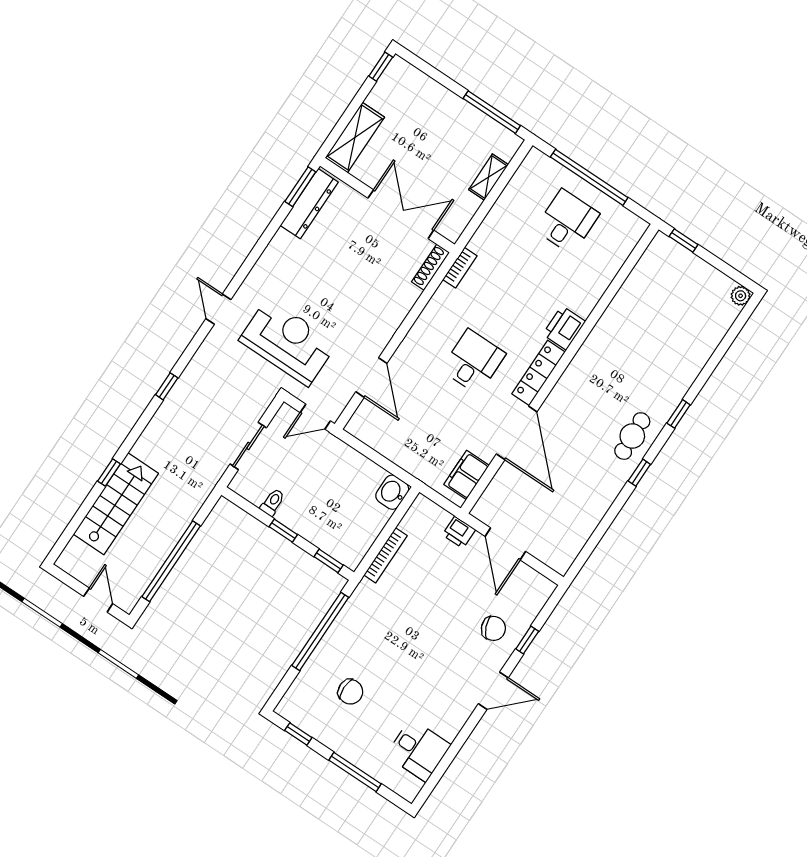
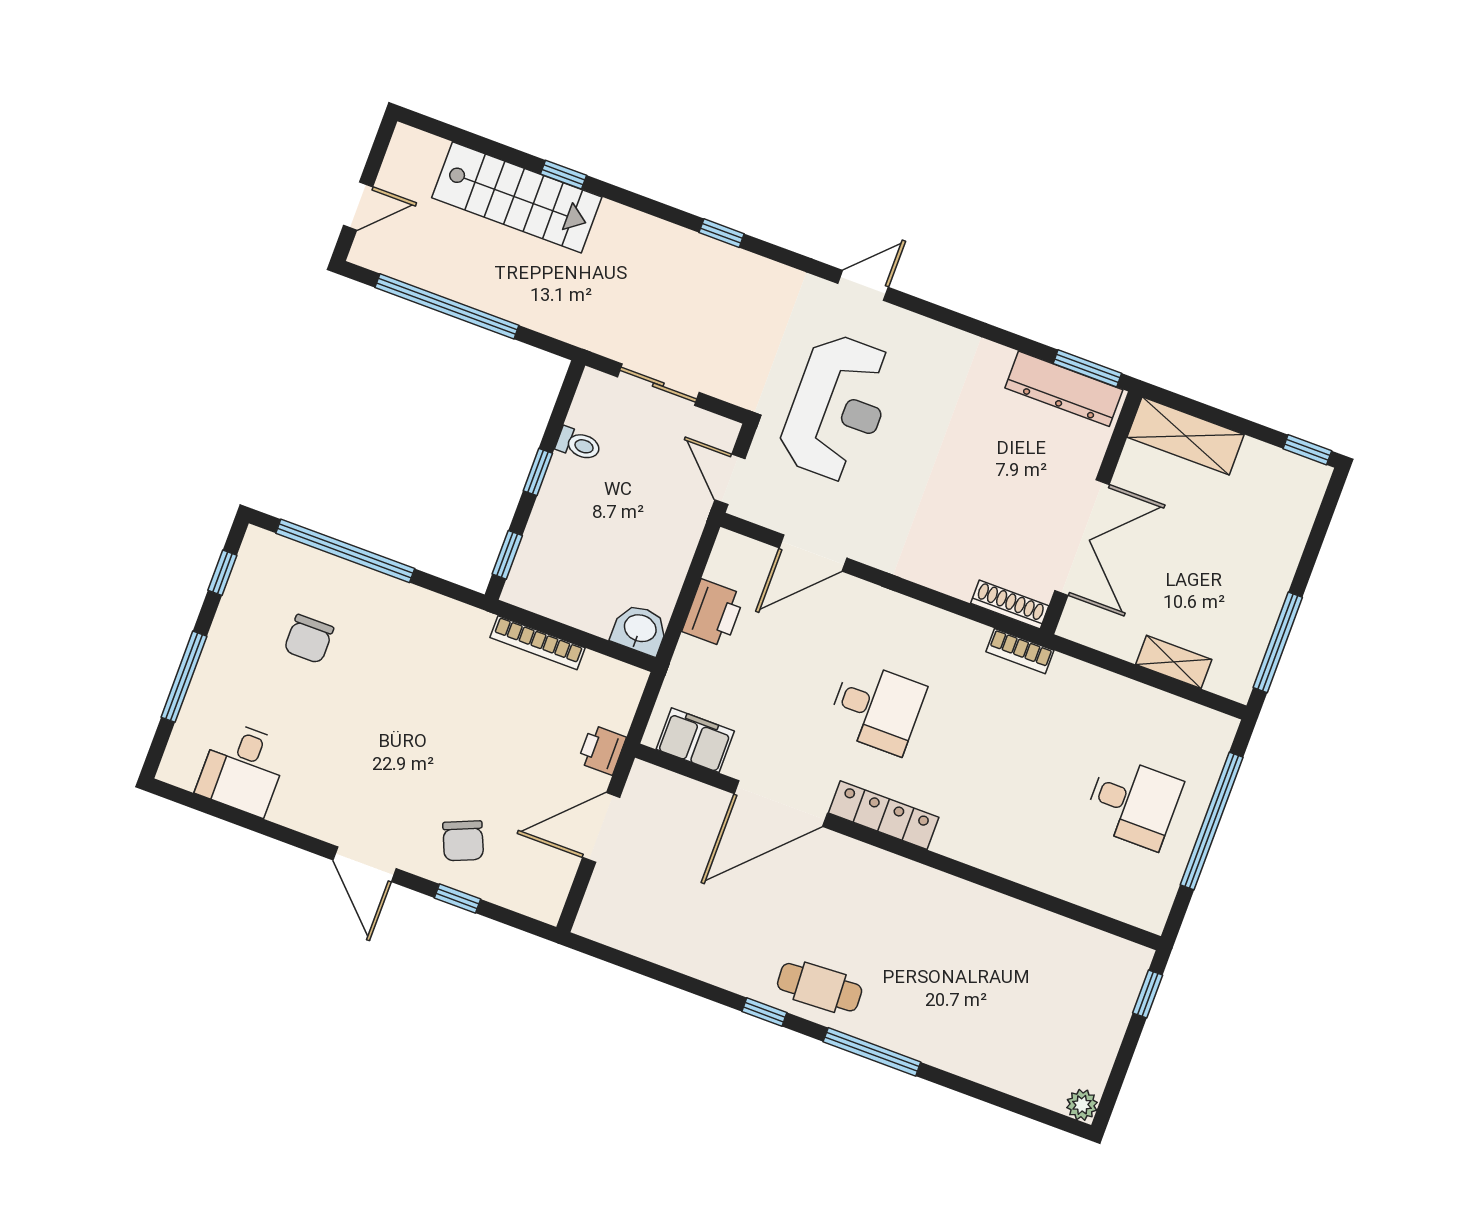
printer: (564, 328) -> (713, 613), moved, turned 90
window: (679, 414) -> (872, 1052), width x2.17
window: (320, 631) -> (345, 551), moved

